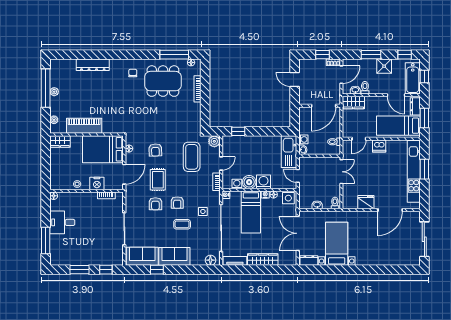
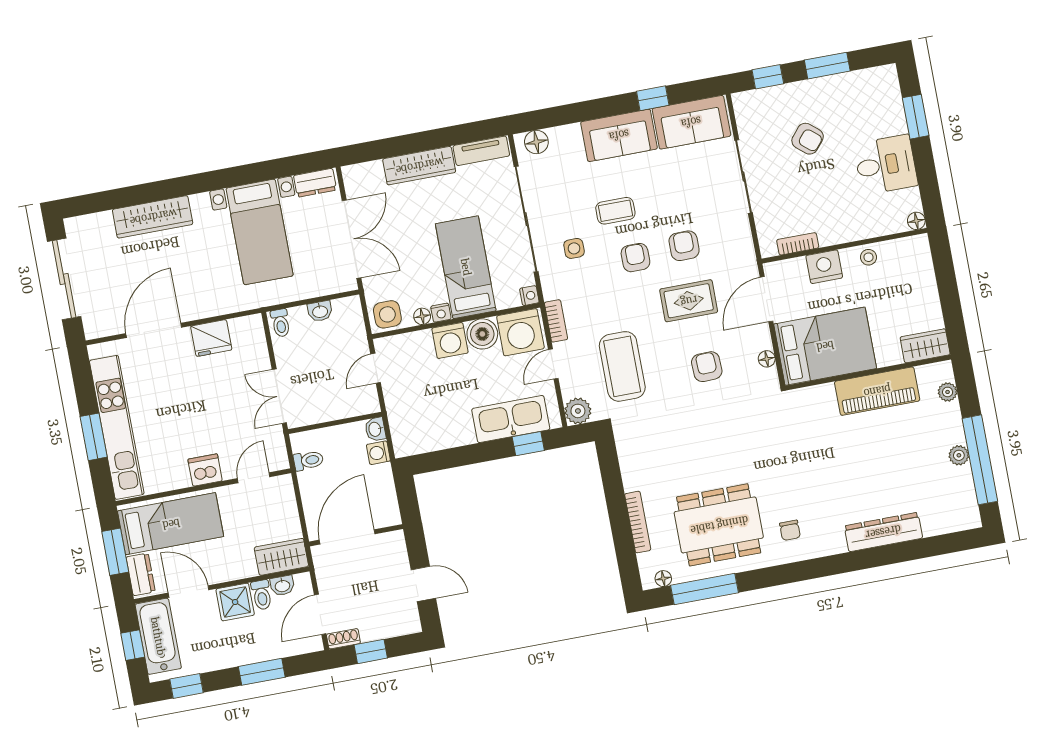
shower: (384, 66) -> (235, 602), moved
kitchen sink: (289, 152) -> (511, 419), moved, turned -90
door: (298, 176) -> (376, 368), swing flipped
rug: (158, 180) -> (689, 301), turned 90
washing machine: (237, 184) -> (520, 332), width x1.89, depth x1.89
armchair: (94, 240) -> (808, 139), added
window: (46, 241) -> (916, 117), width x0.69
wardrobe: (381, 259) -> (153, 217), added

